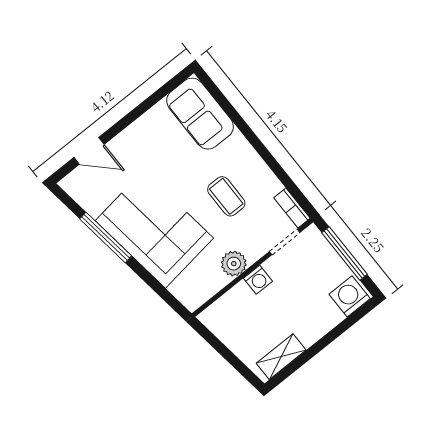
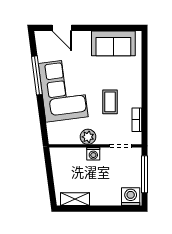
sofa: (200, 114) -> (113, 43), moved, turned -90
bookcase: (292, 208) -> (137, 120), moved

